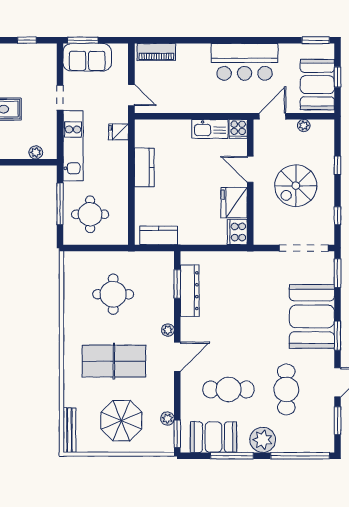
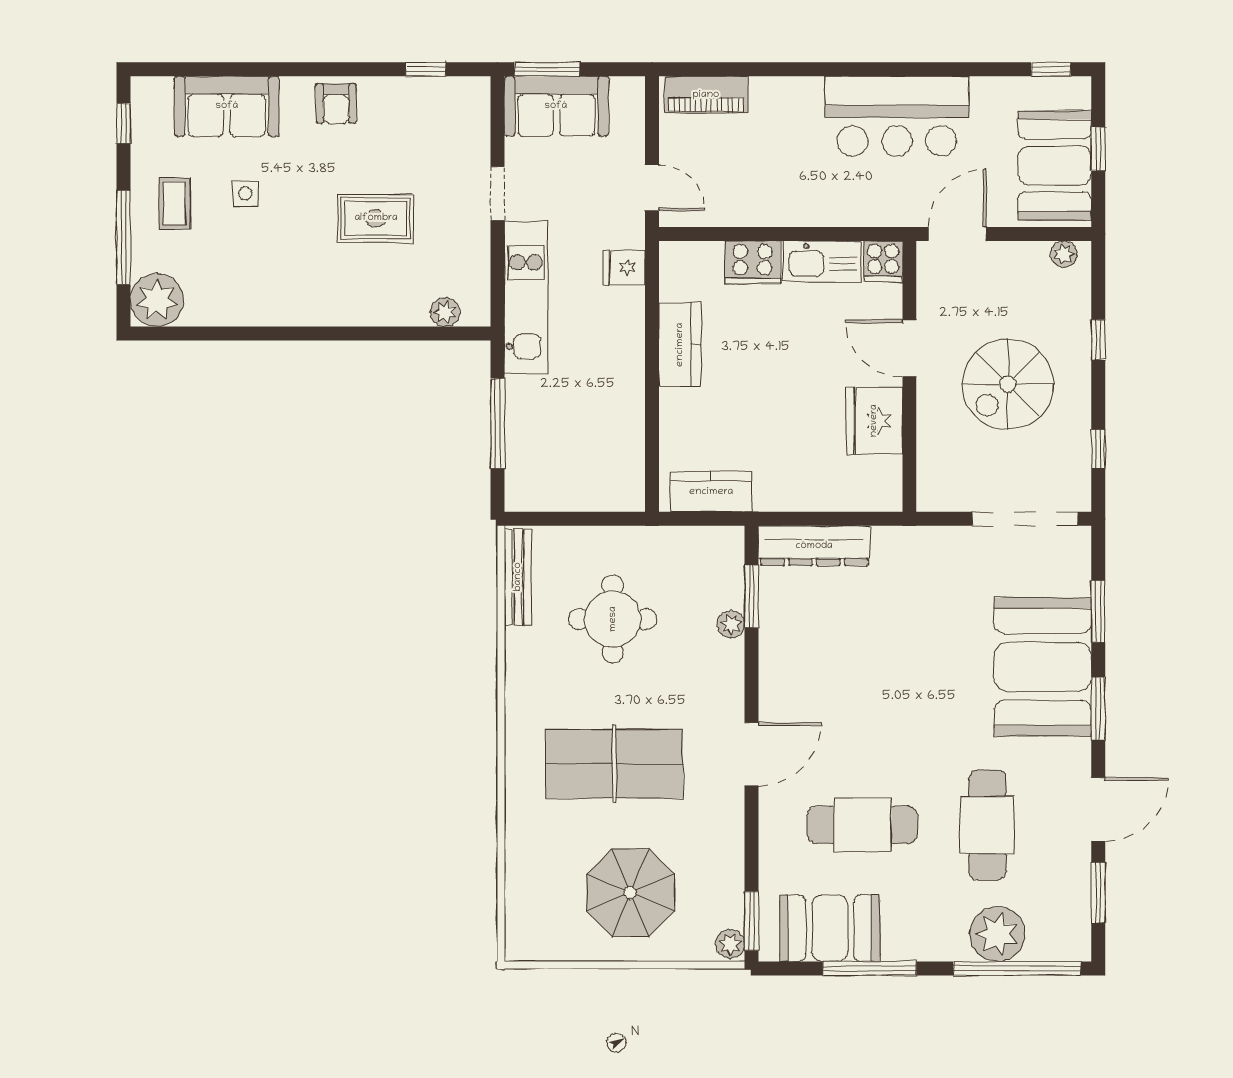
window: (316, 40) -> (1051, 69), width x0.67
plant: (304, 126) -> (1064, 254), moved
round table: (90, 214) -> (563, 446), removed
cooker: (237, 232) -> (752, 262), moved, turned -90
window: (338, 273) -> (1098, 611), moved
dresser: (190, 291) -> (814, 546), moved, turned 90
plant: (168, 330) -> (731, 624), moved
plant: (167, 419) -> (730, 944), moved
bench: (69, 430) -> (518, 577), moved
plant: (263, 440) -> (997, 934), moved

